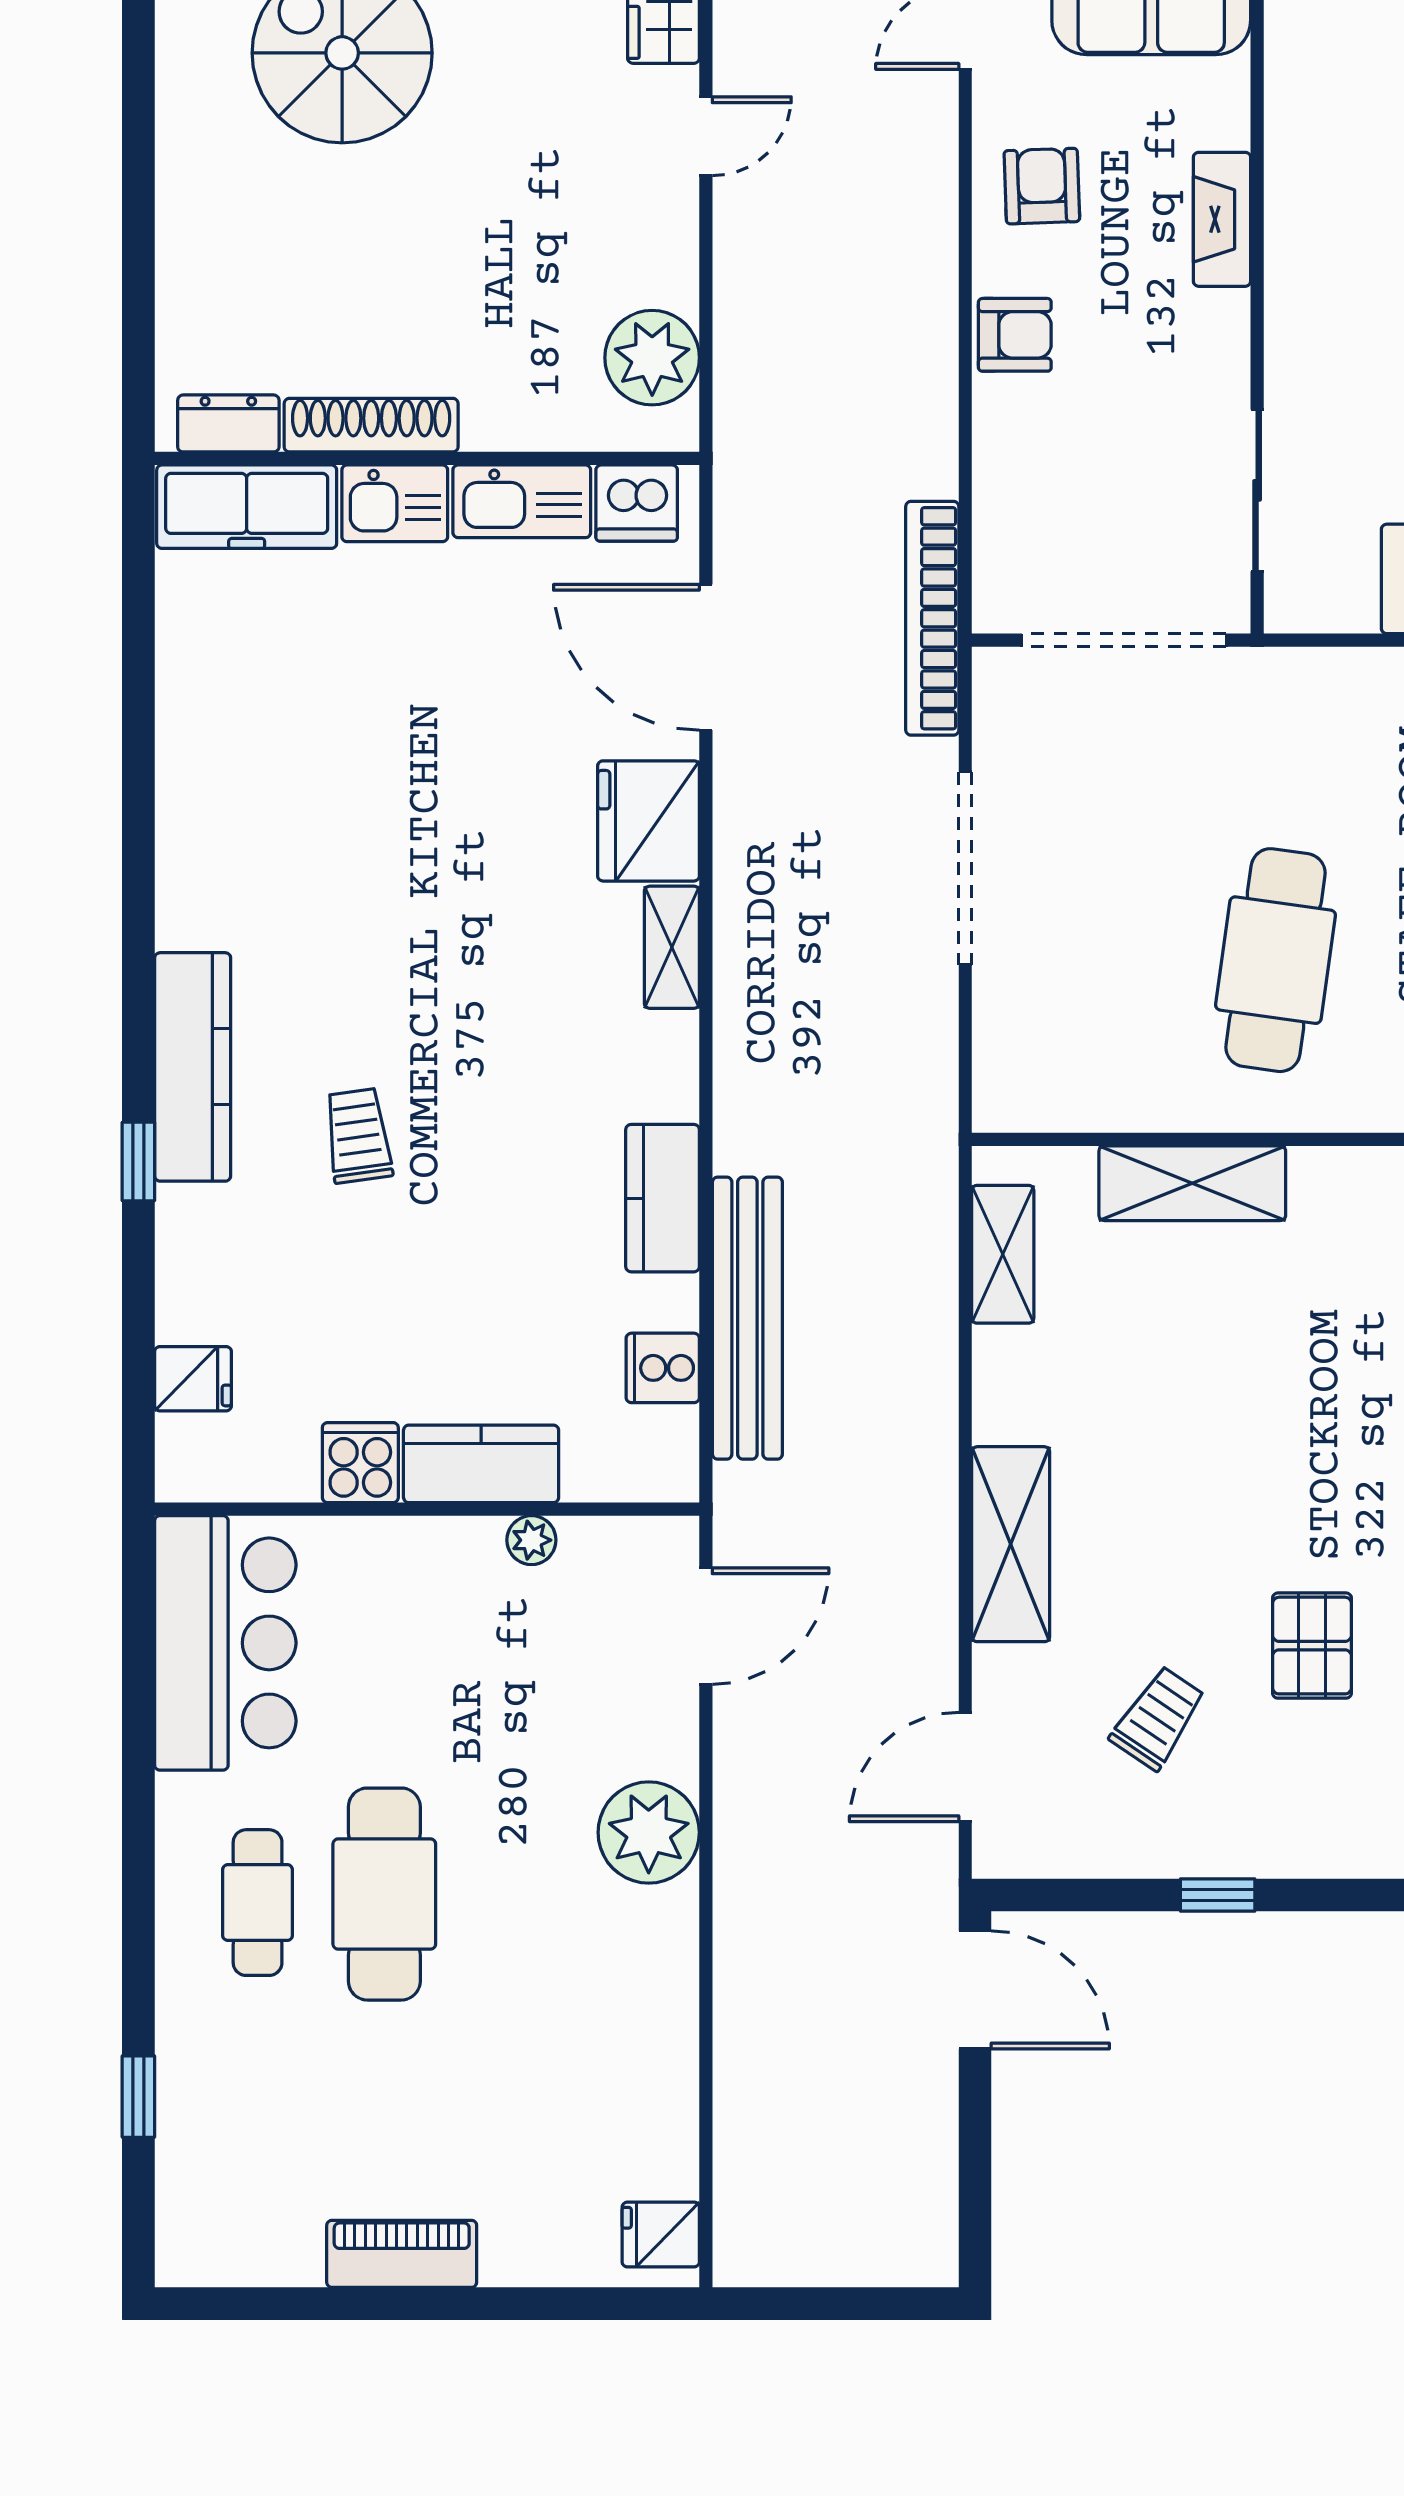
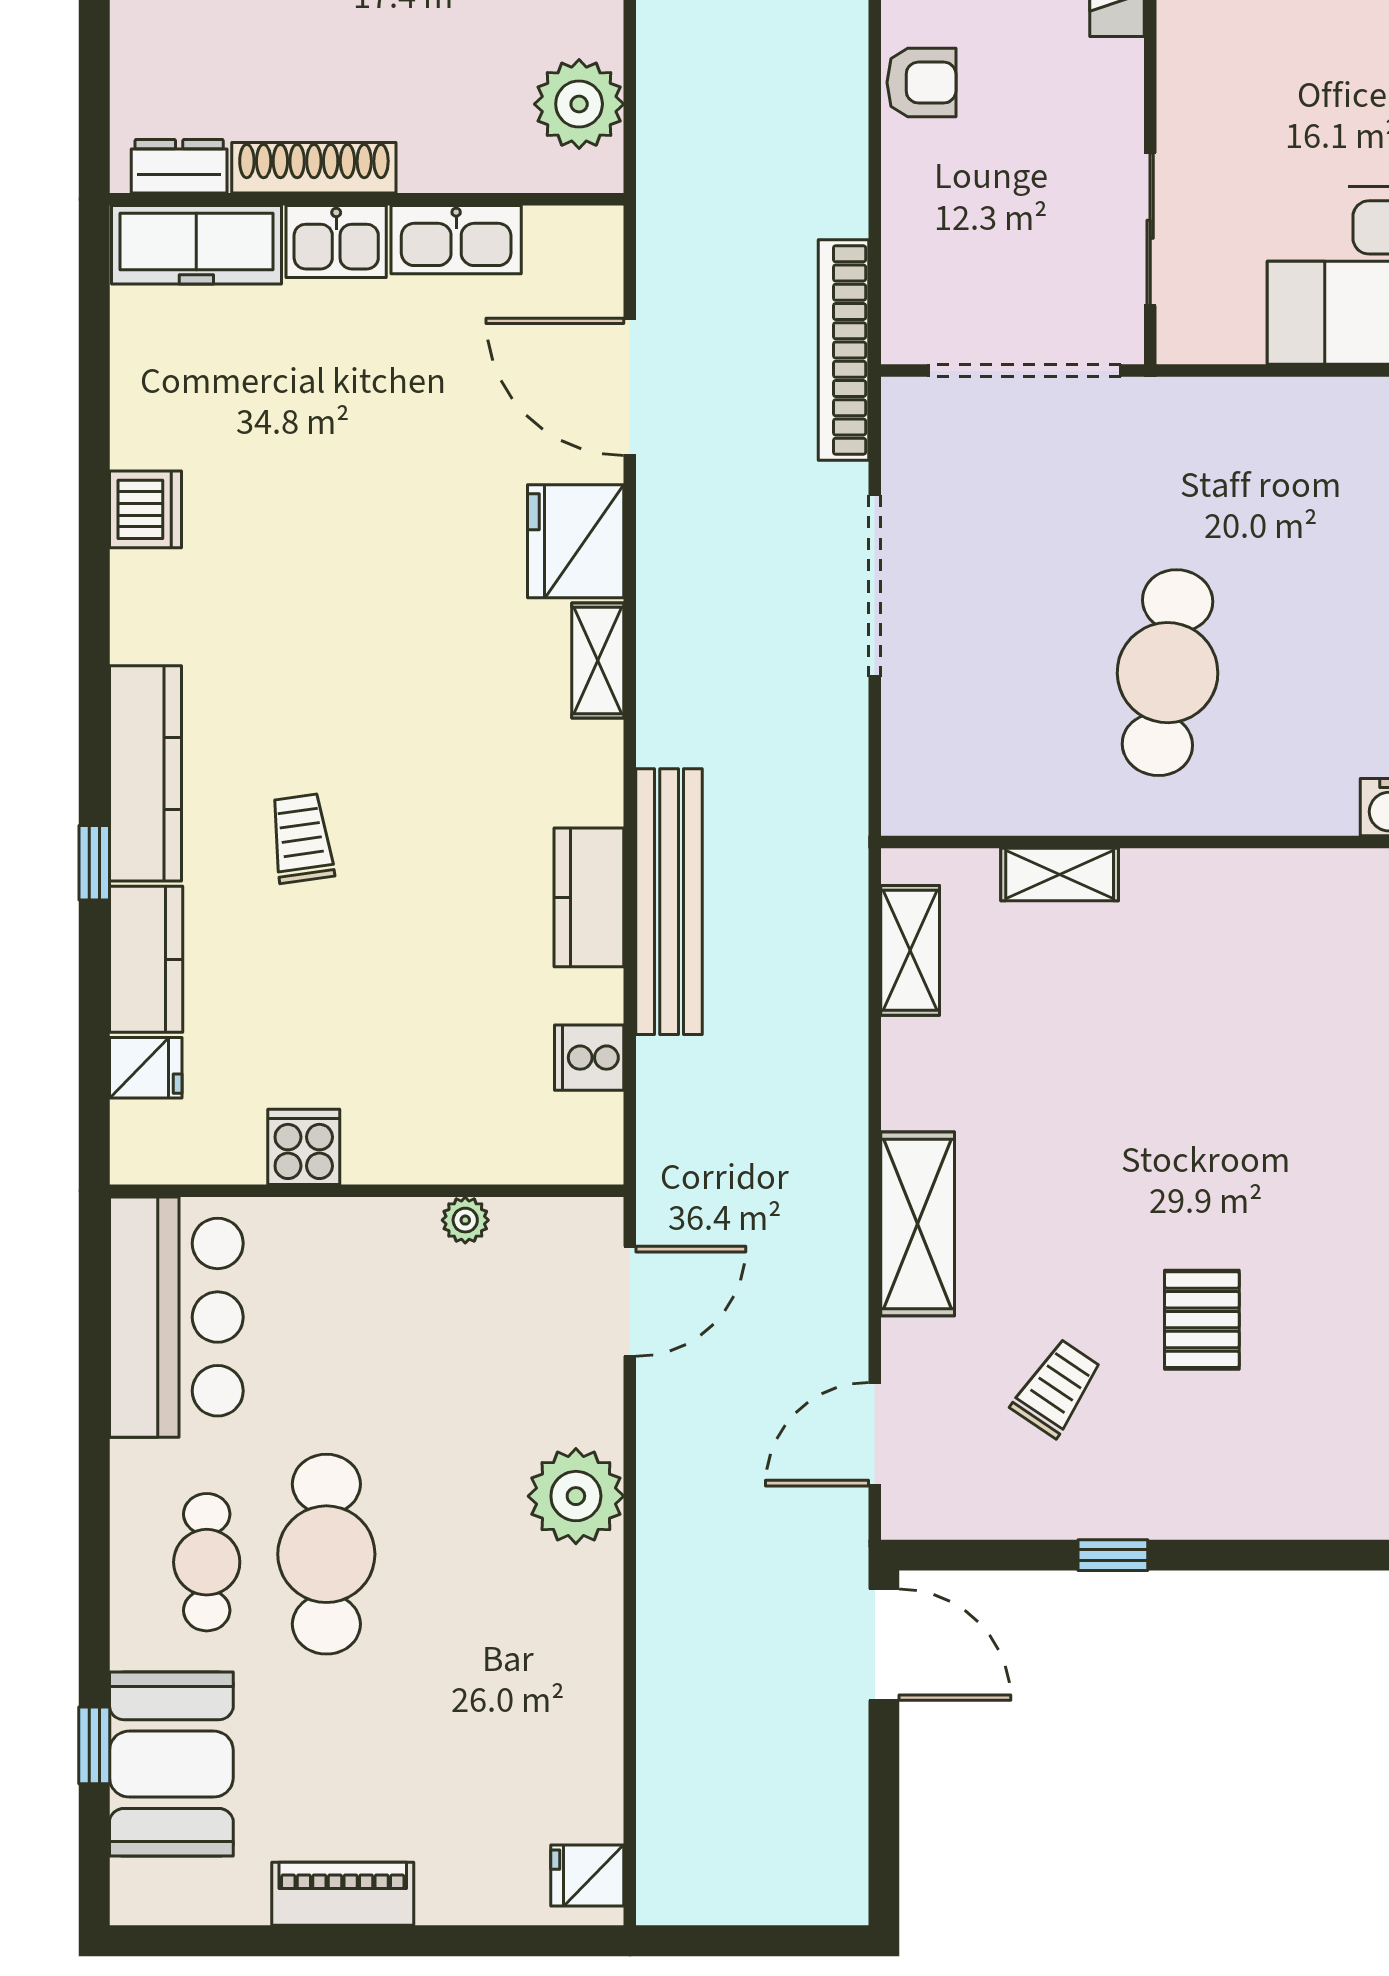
dishwasher: (637, 503) -> (145, 509), moved, turned -90
shelving: (1192, 1183) -> (1060, 874), width x0.67, depth x0.75
bench: (747, 1318) -> (669, 902), moved
kitchen counter: (481, 1464) -> (146, 959), moved, turned 90
booth: (220, 2116) -> (171, 1764), added

